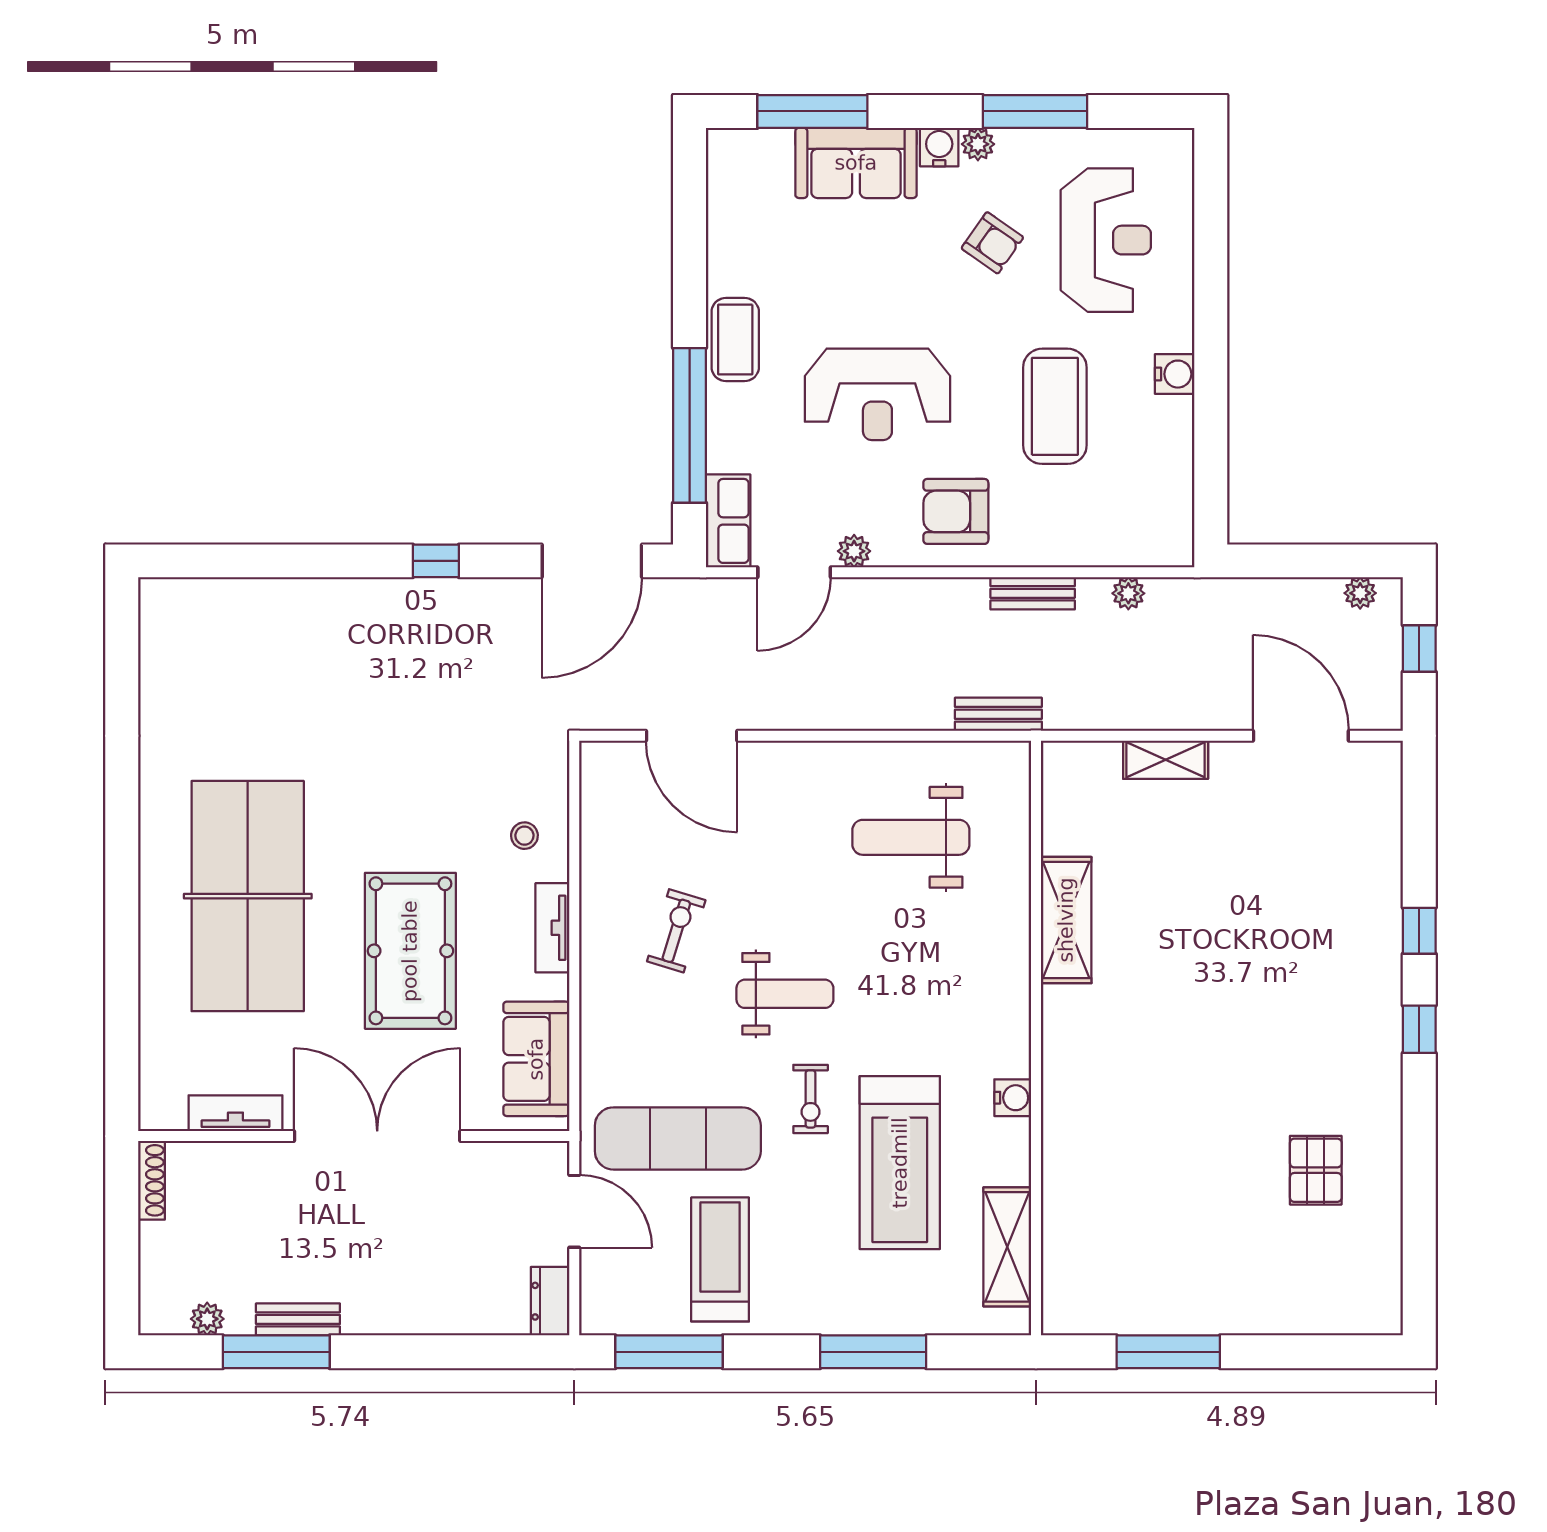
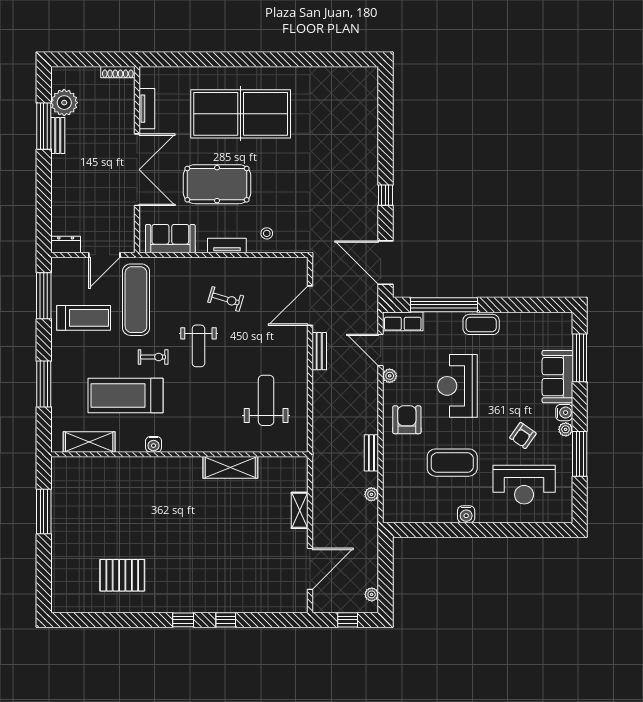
bench: (998, 714) -> (319, 351), moved
exercise bike: (811, 1099) -> (153, 357), turned 180
pallet: (1316, 1170) -> (122, 575), width x1.50, depth x1.42
plant: (207, 1319) -> (64, 103), width x1.87, depth x1.87

